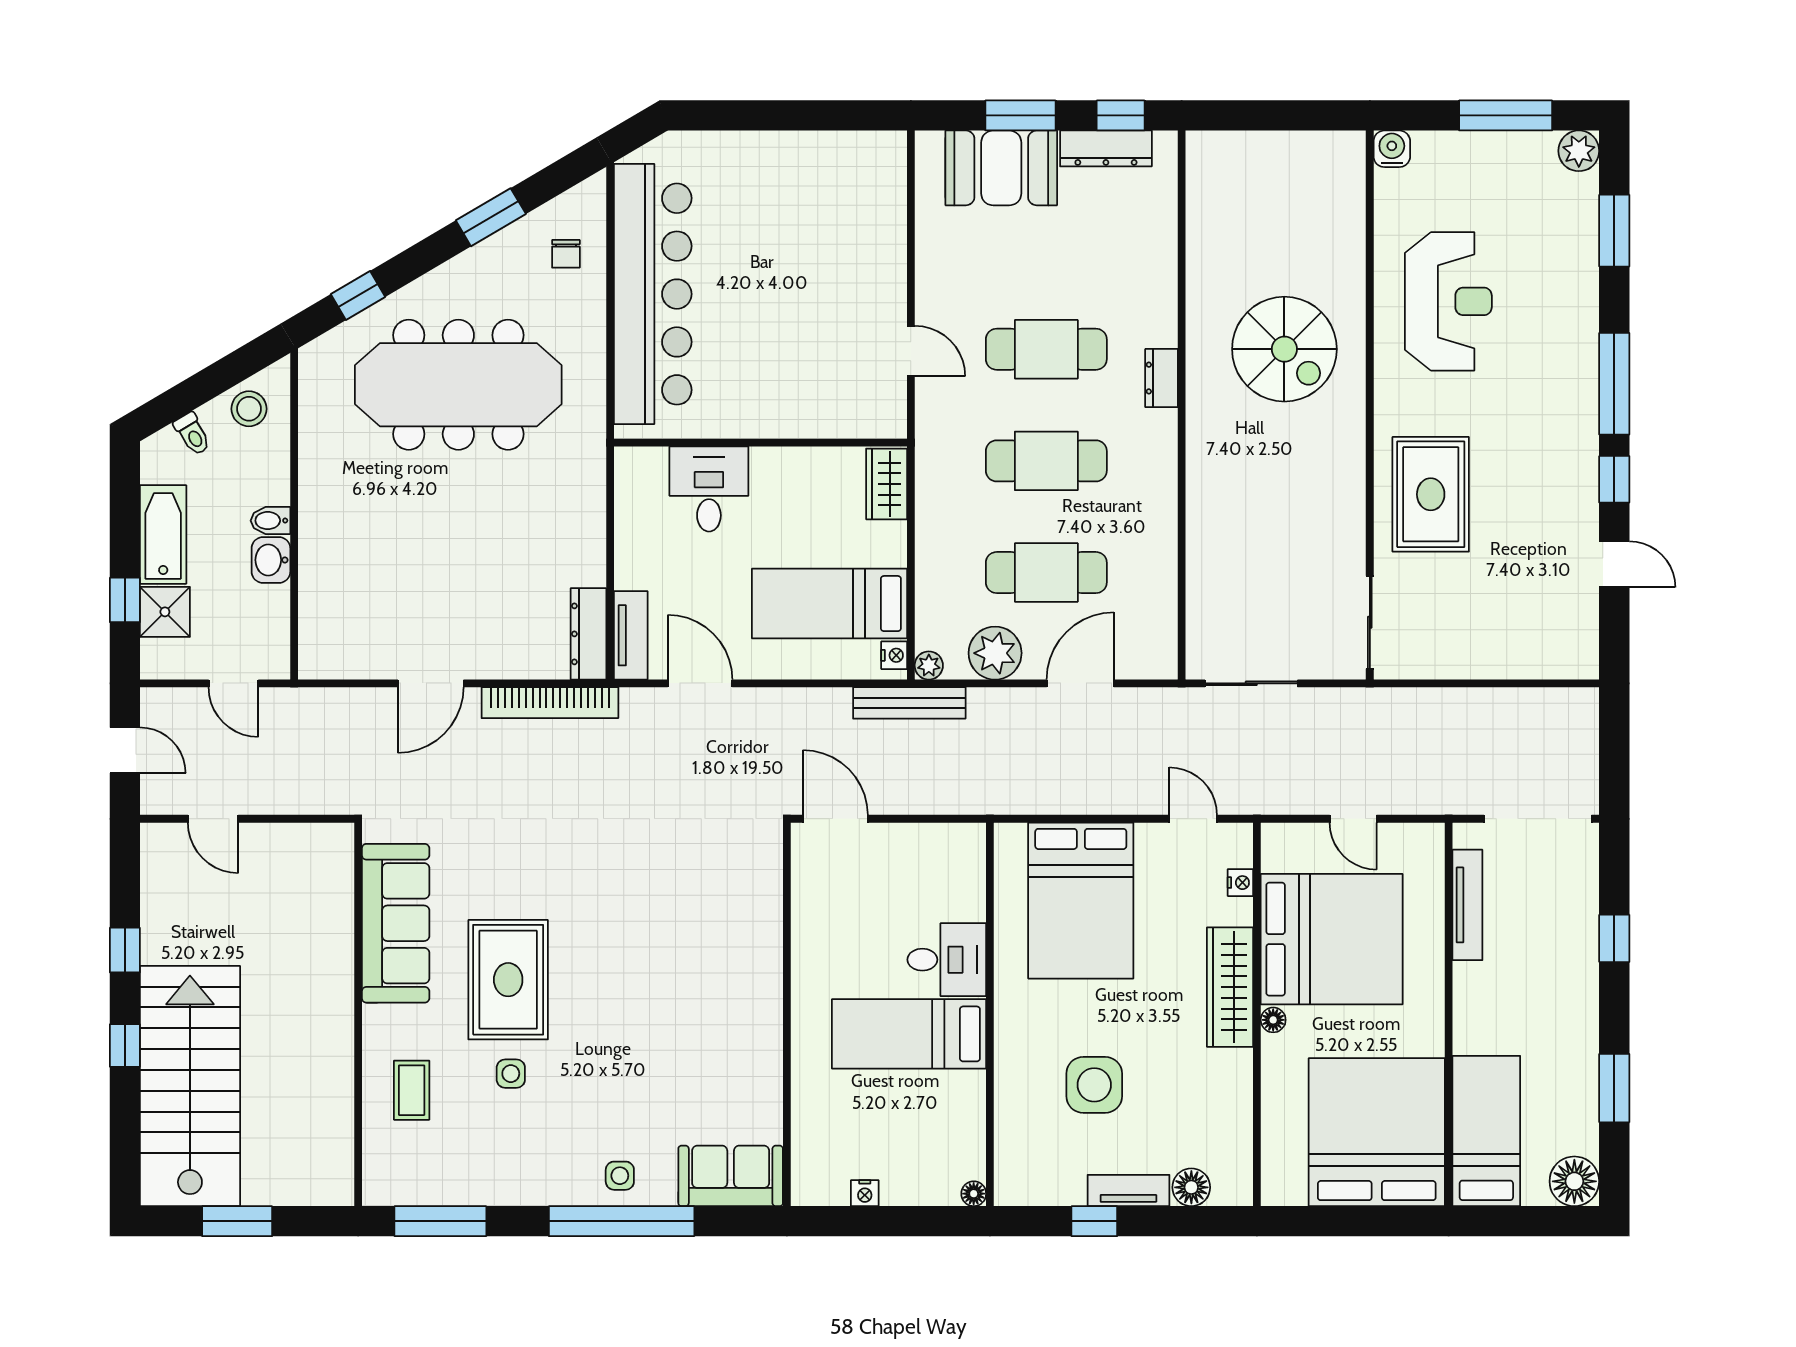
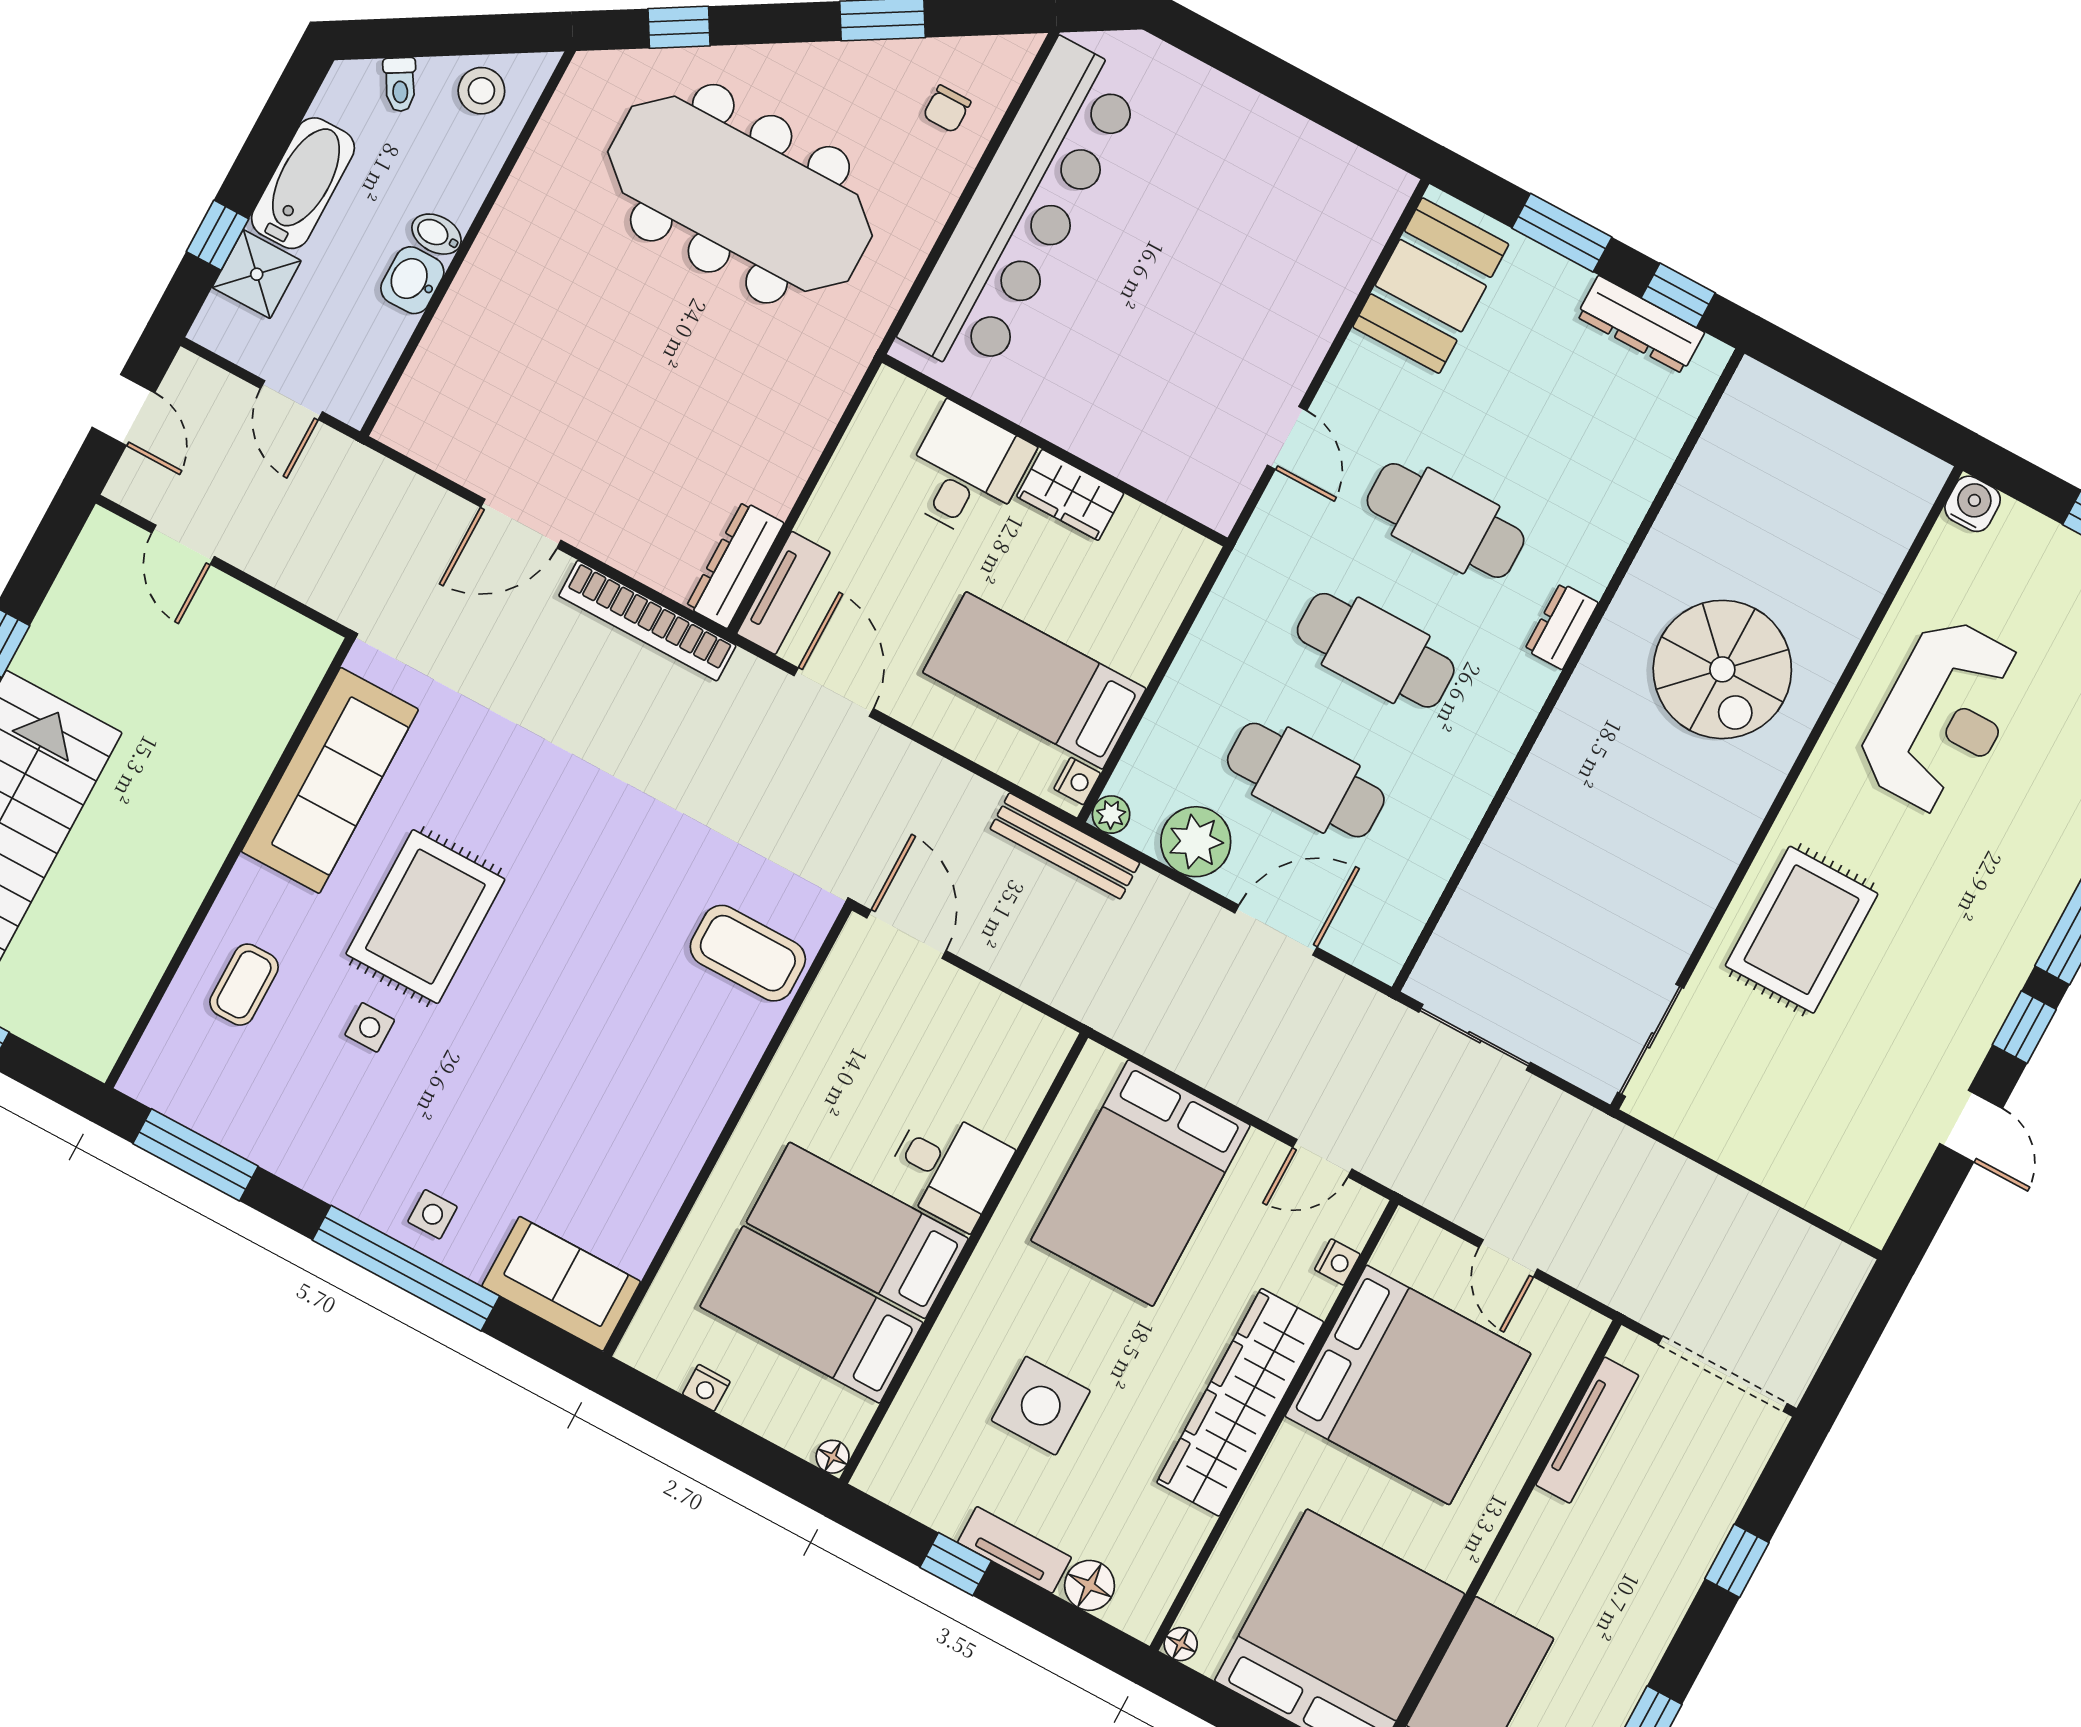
booth: (1001, 168) -> (1431, 286), moved, turned 90
wardrobe: (887, 484) -> (1070, 495), moved, turned -90
door: (1193, 819) -> (1322, 1158), swing flipped
coffee table: (736, 888) -> (748, 953), added
wardrobe: (1230, 987) -> (1240, 1402), width x1.40, depth x1.17
floor lamp: (1273, 1020) -> (1181, 1644), moved
bed: (909, 1107) -> (811, 1315), added

